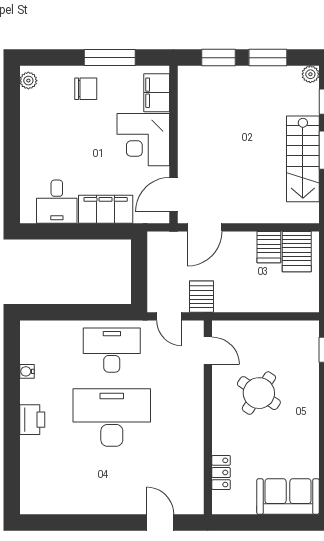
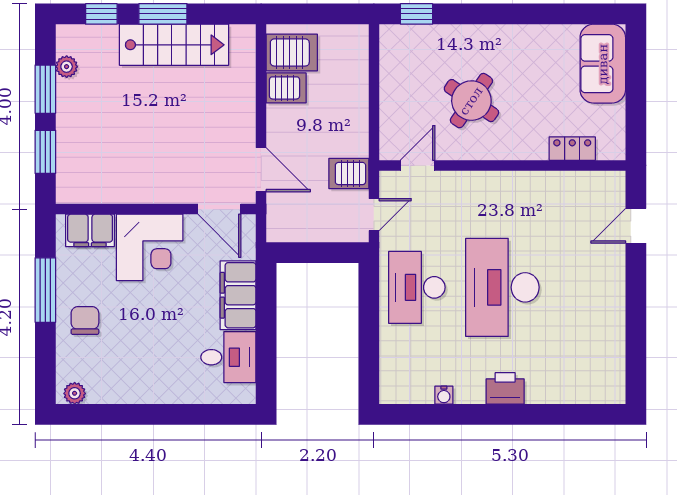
plant: (310, 74) -> (67, 67), moved

